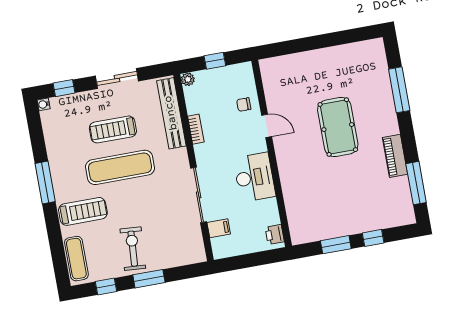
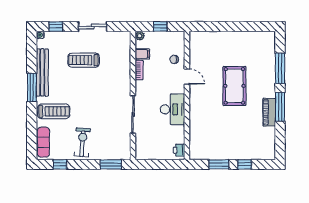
bench: (171, 113) -> (42, 72), moved
exercise mat: (120, 167) -> (84, 86), removed
window: (416, 183) -> (280, 107), moved
filing cabinet: (219, 228) -> (142, 54), moved
window: (149, 279) -> (111, 164), moved

